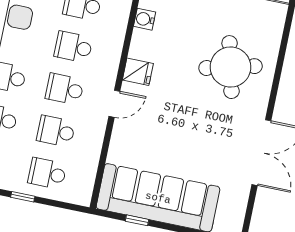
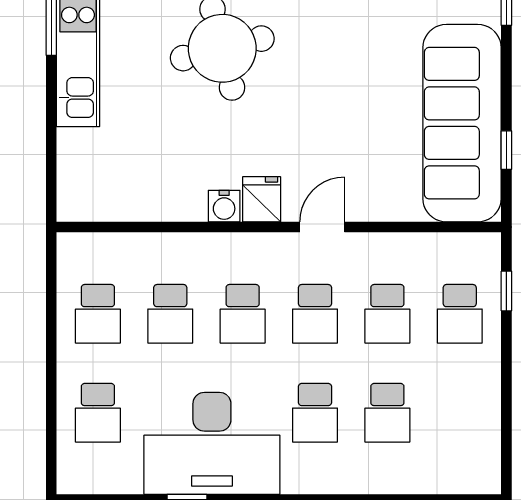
water cooler: (145, 19) -> (224, 206), moved
door: (114, 104) -> (322, 227), hinge flipped
window: (23, 197) -> (506, 291), moved

